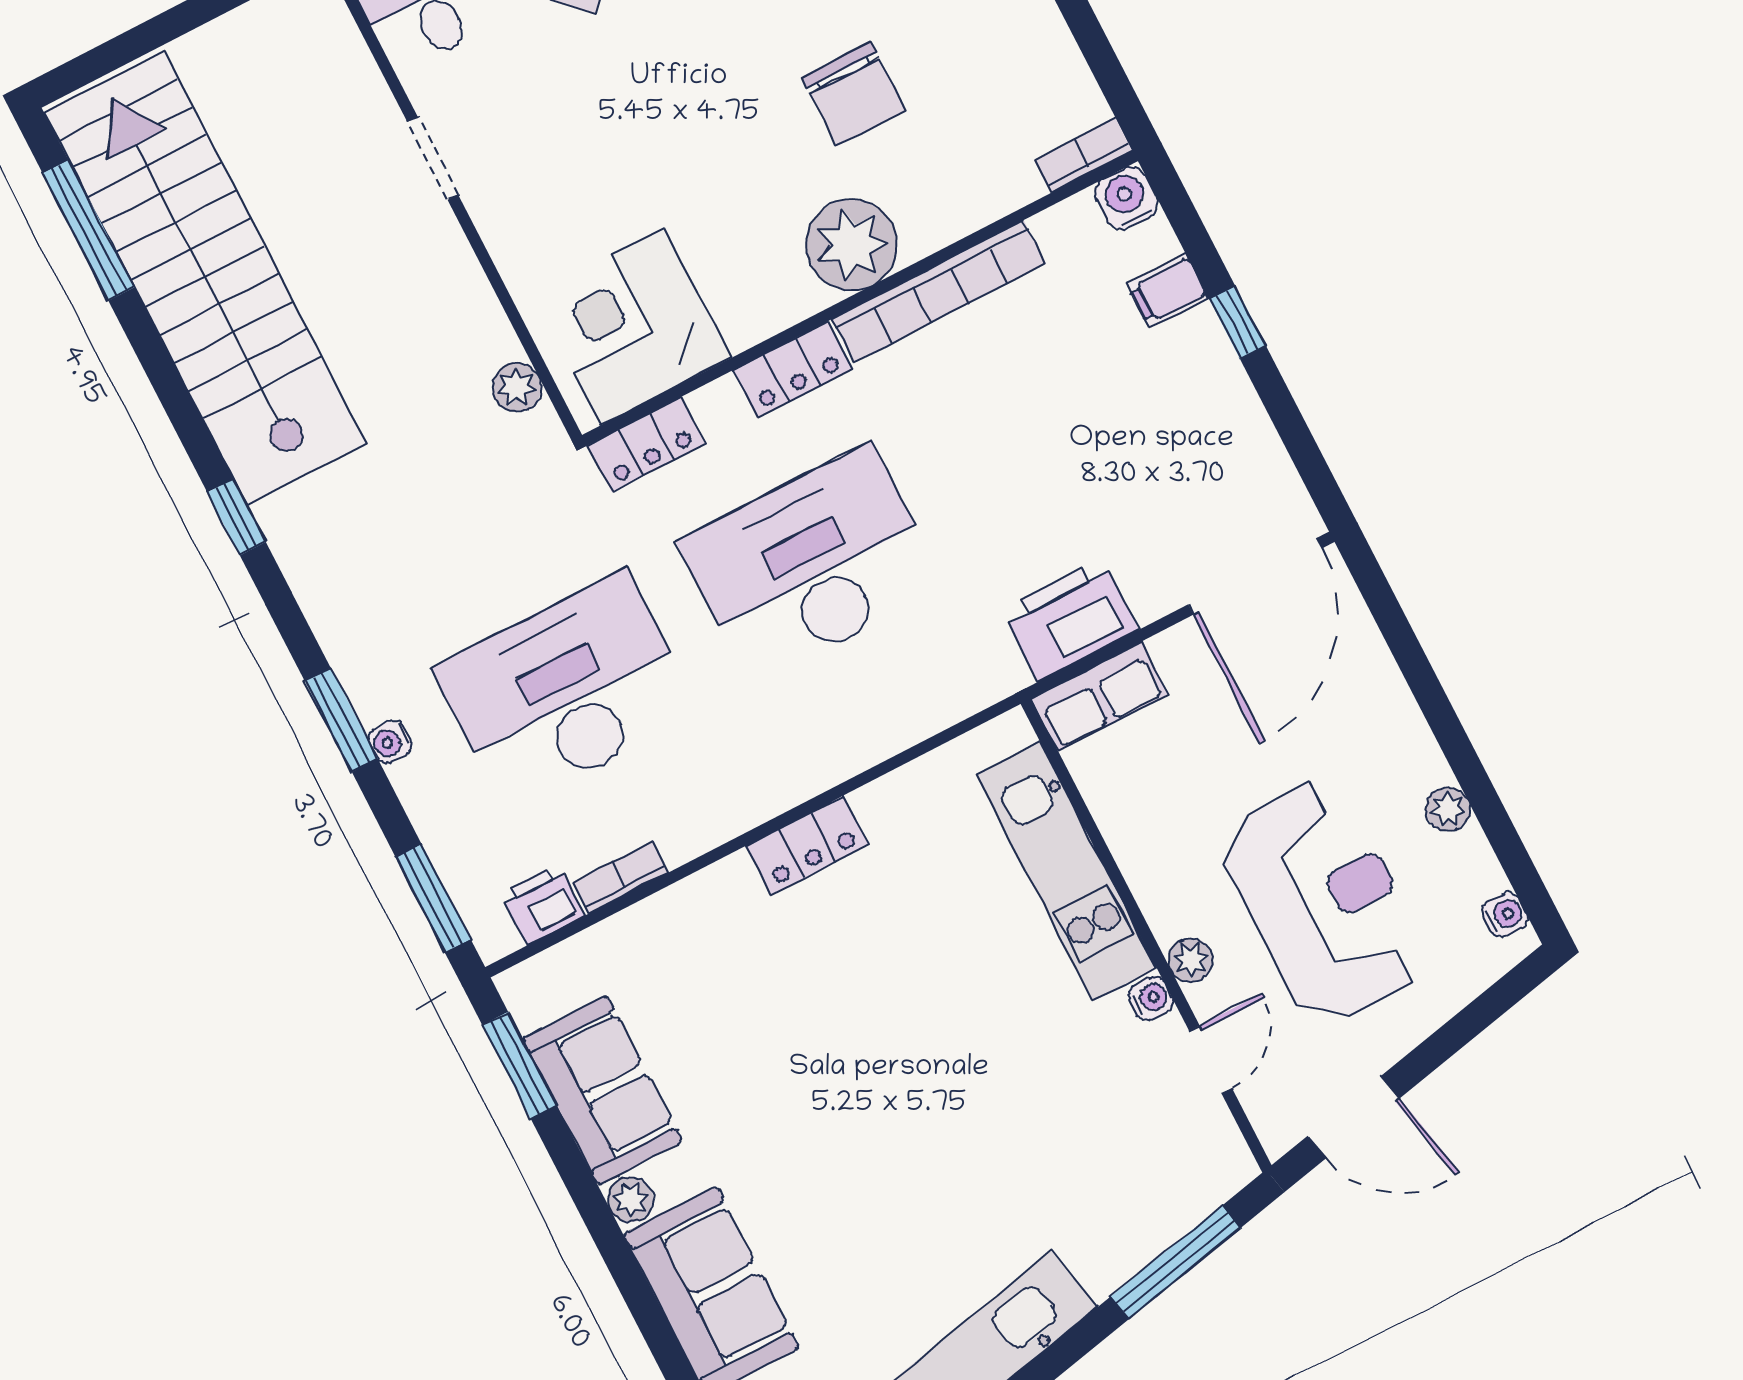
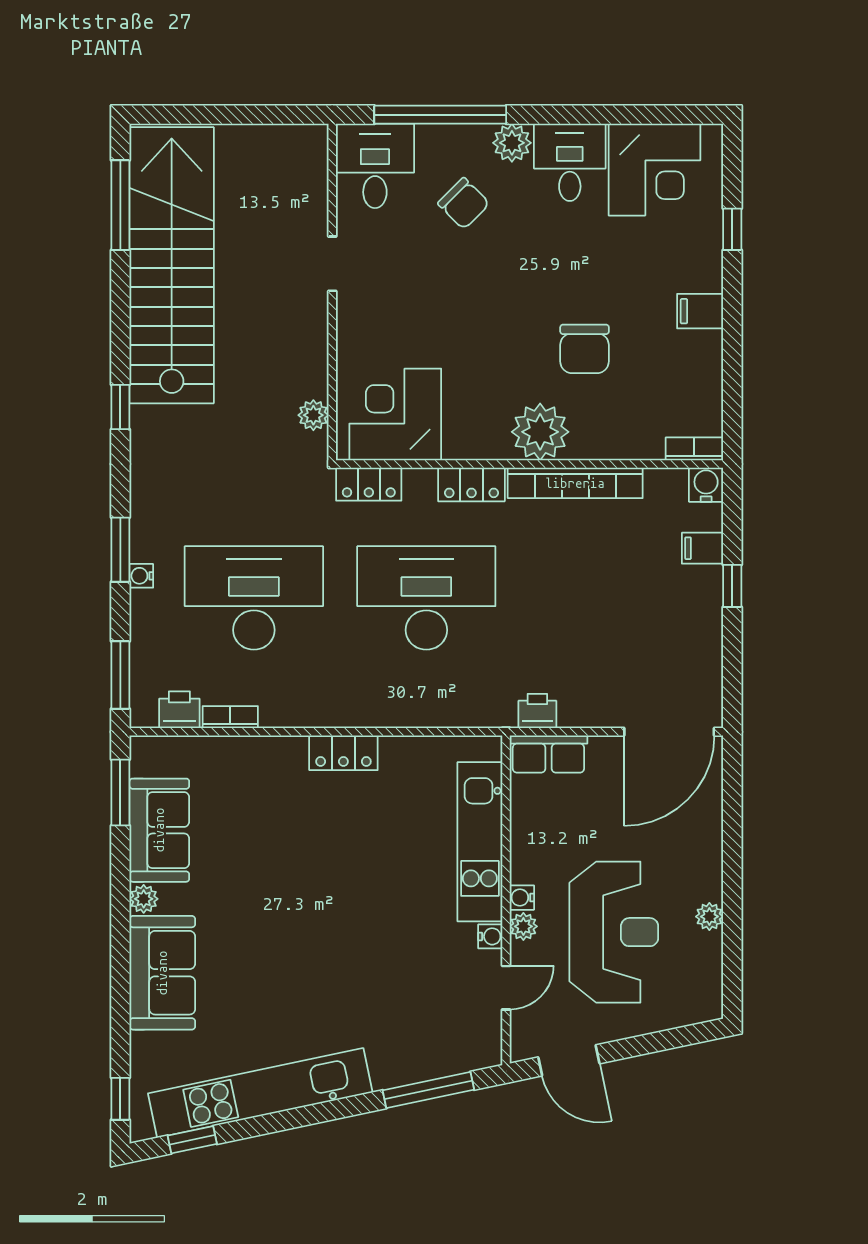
printer: (1070, 620) -> (537, 711), width x0.53, depth x0.68
water cooler: (1505, 915) -> (522, 898), moved, turned 180

